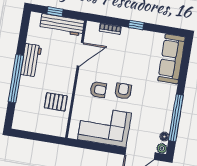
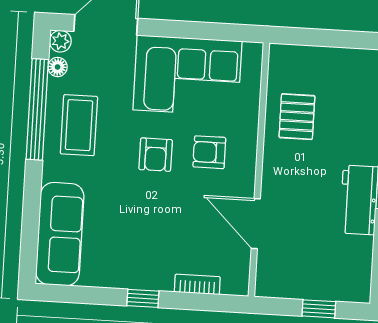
workbench: (62, 25) -> (301, 282), removed
door: (80, 54) -> (256, 224), hinge flipped
pallet: (56, 102) -> (297, 117), turned 90
coffee table: (157, 109) -> (79, 125), added

